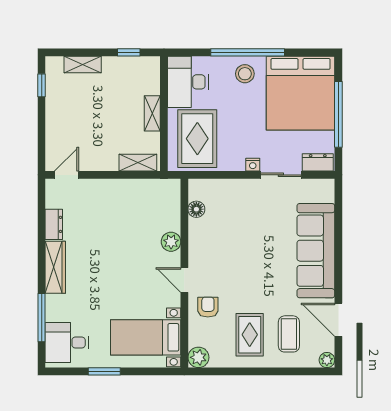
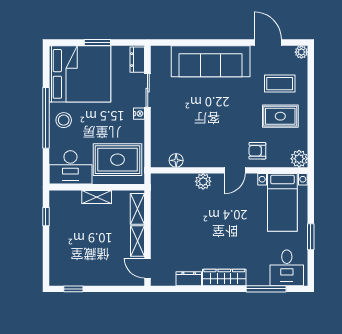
shelving: (83, 64) -> (138, 241), moved
window: (338, 114) -> (97, 43), width x0.47
door: (338, 320) -> (268, 43), swing flipped

